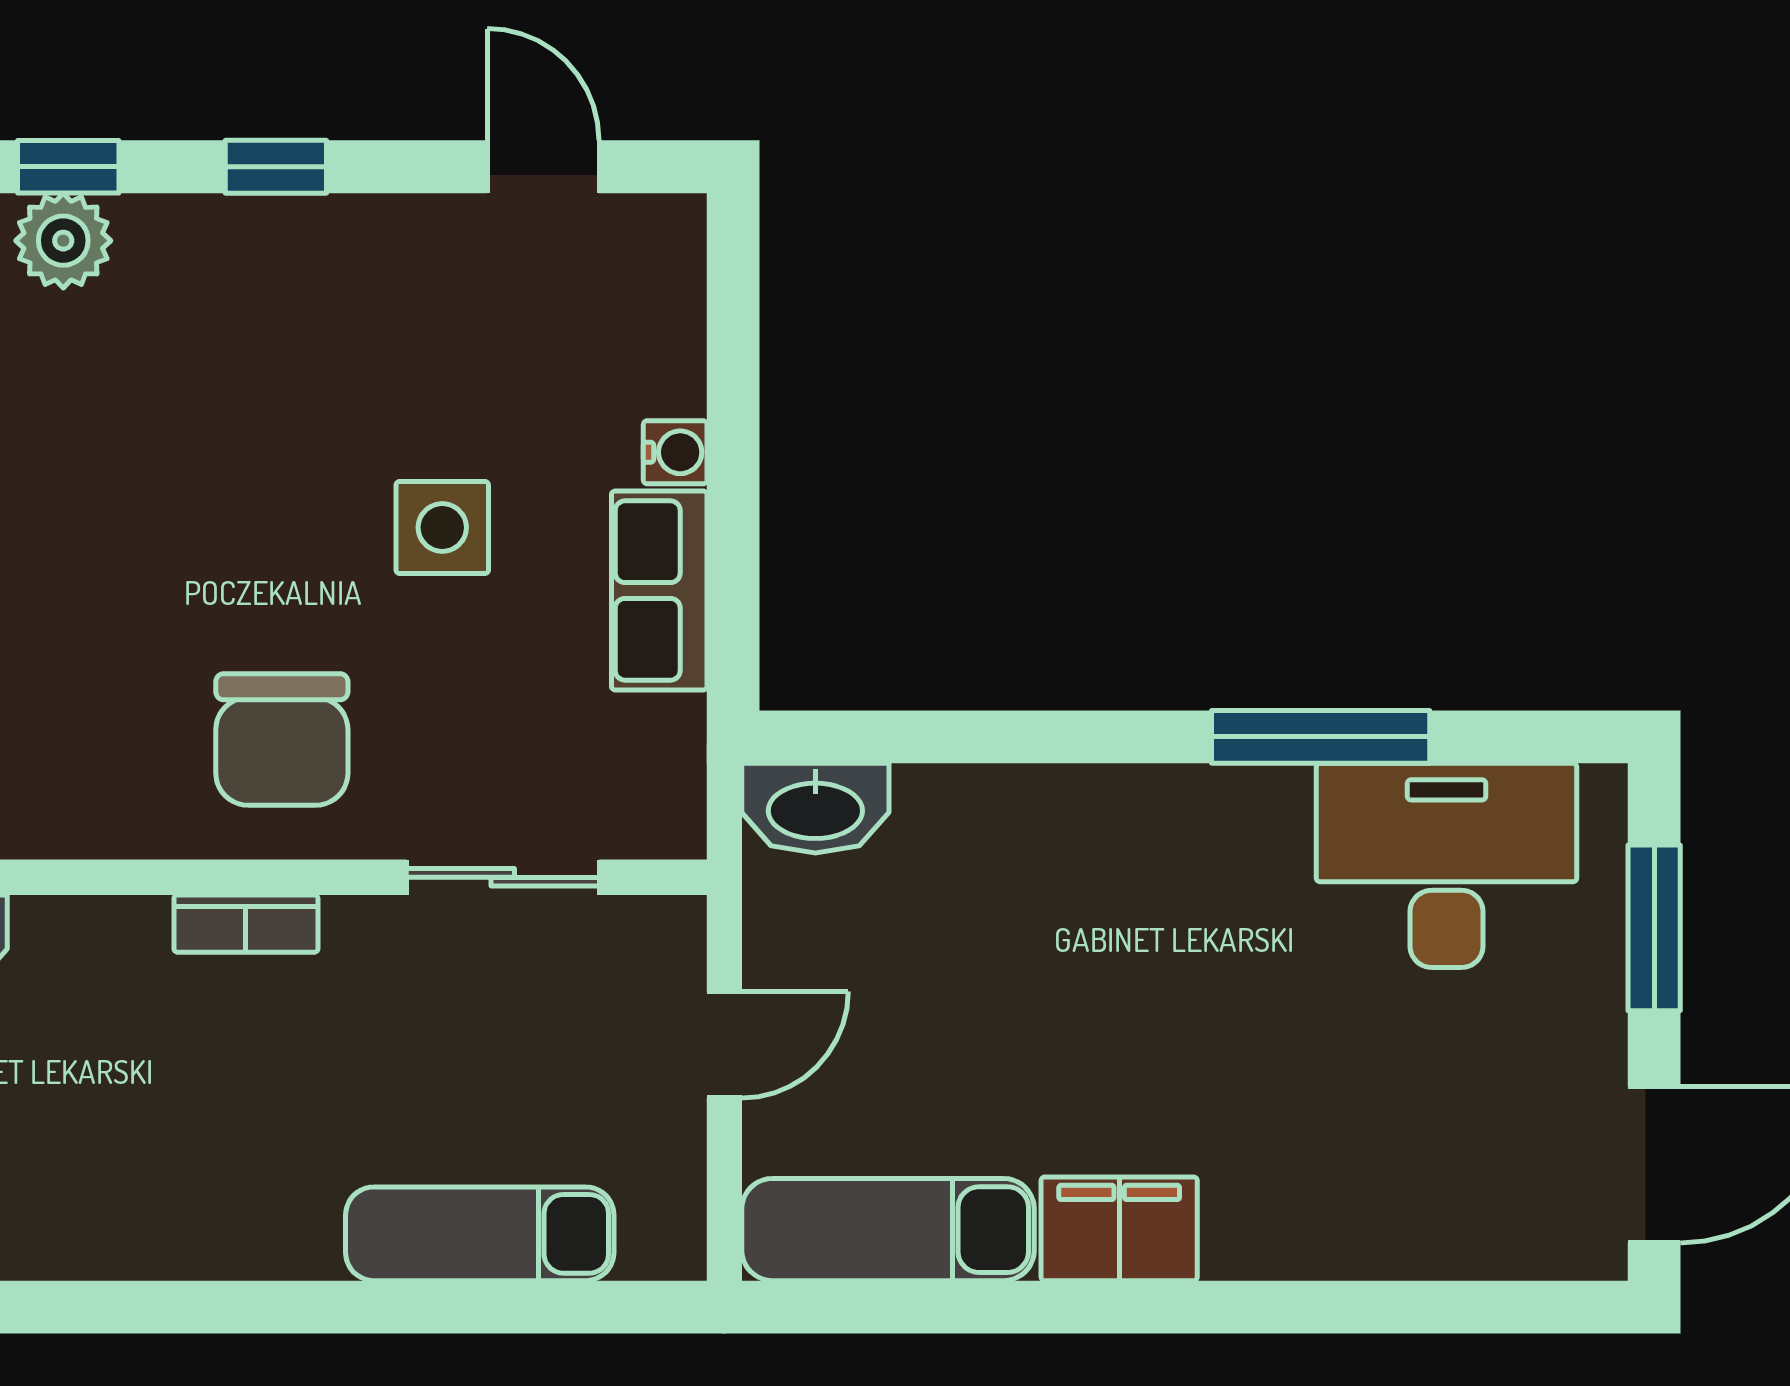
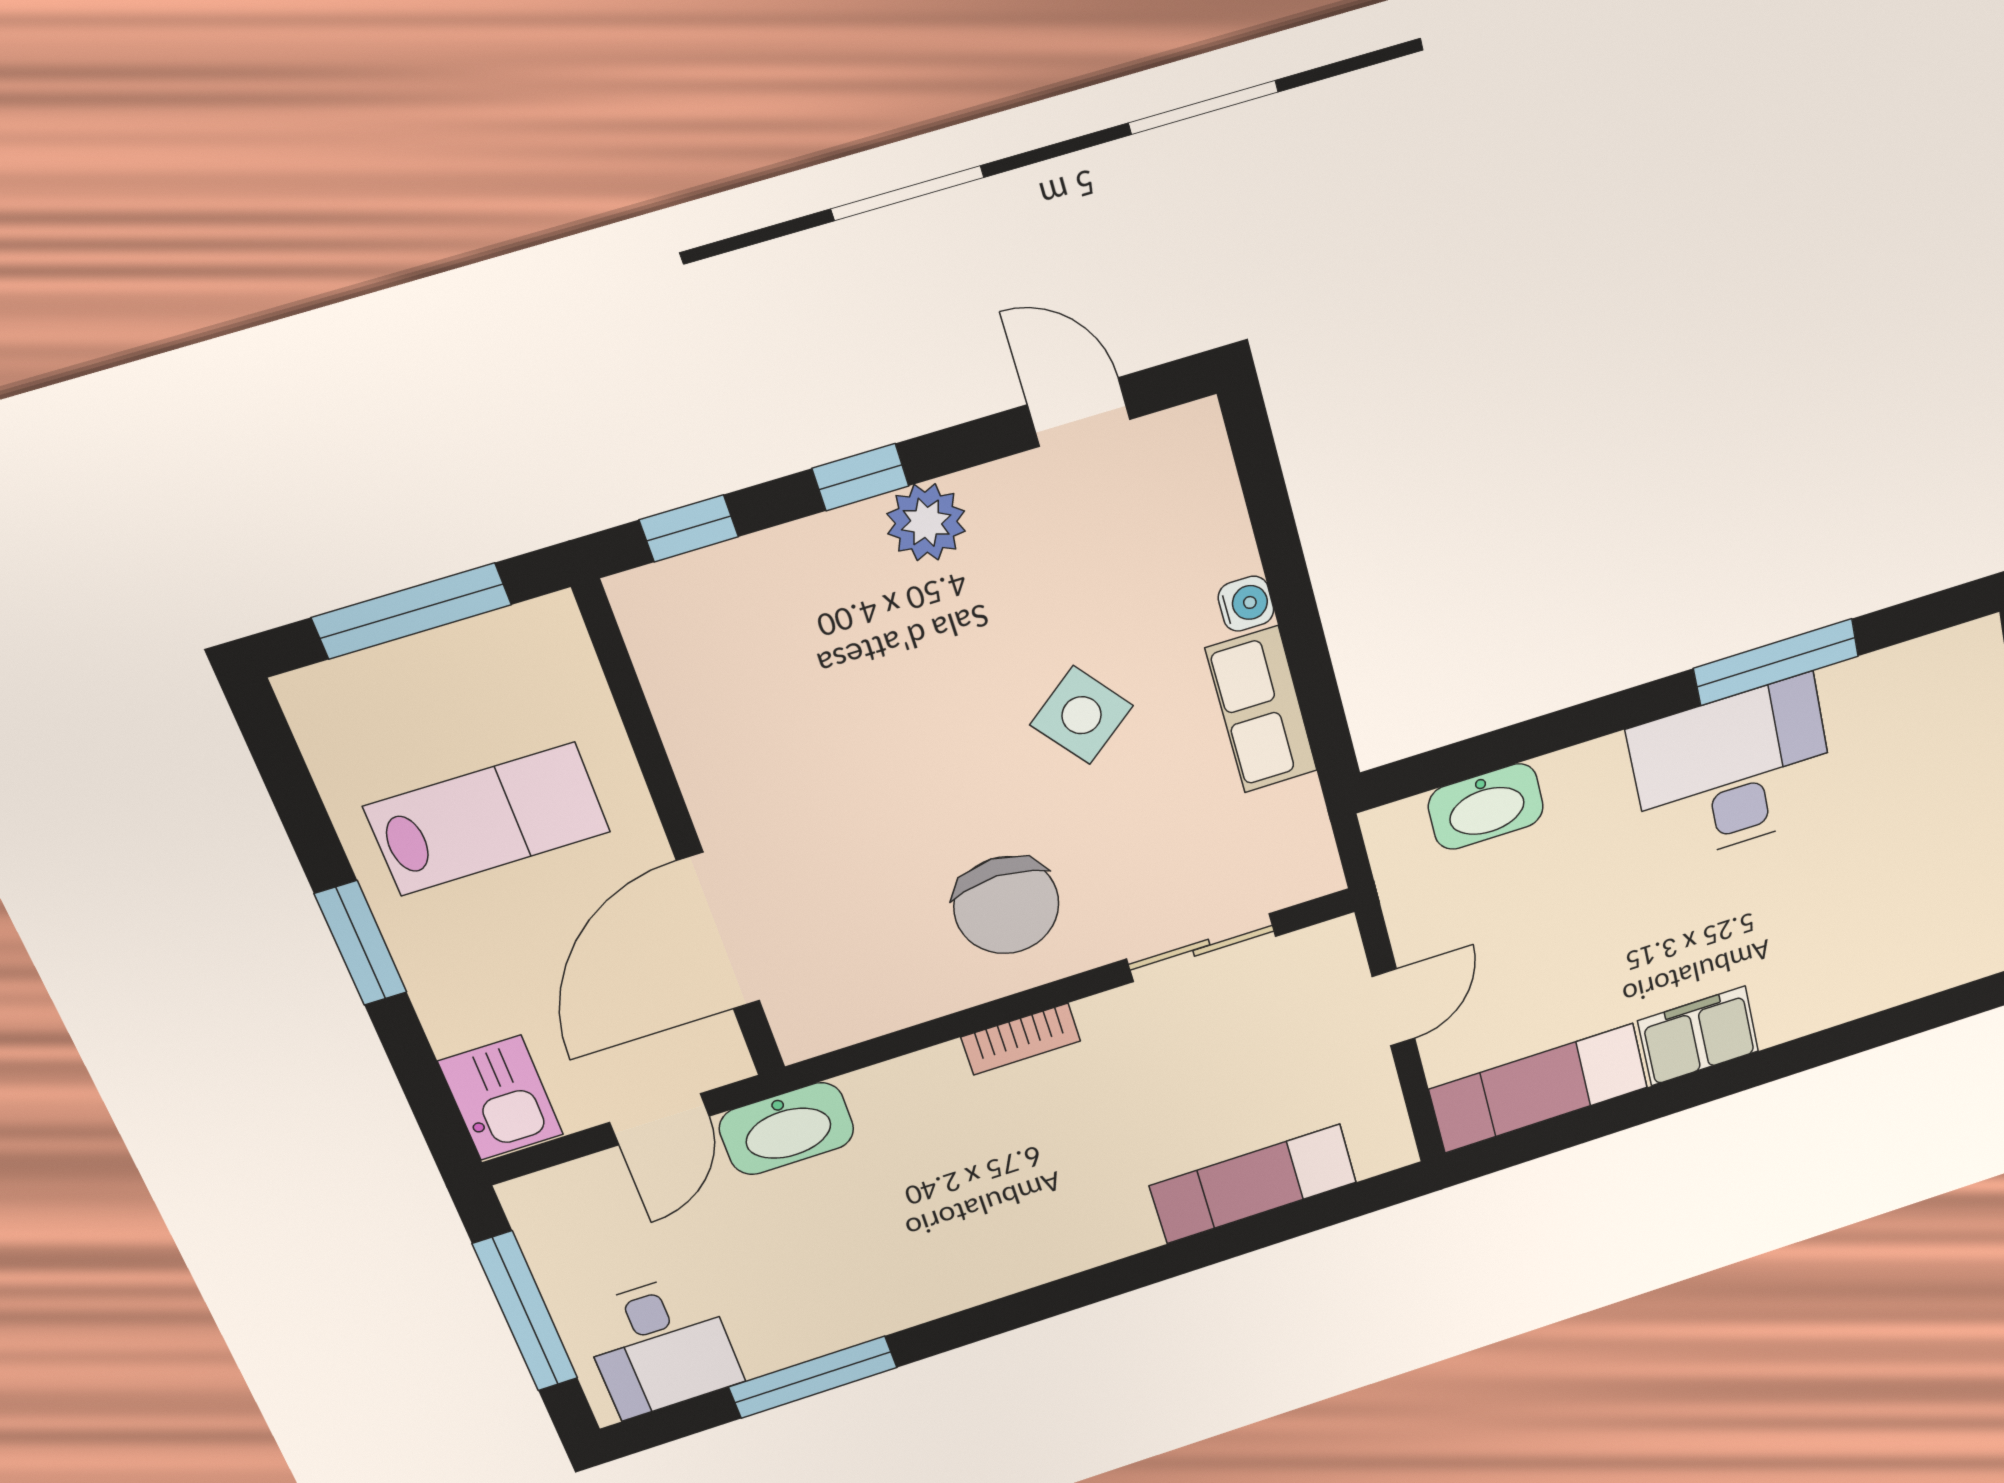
plant: (63, 241) -> (926, 522), moved
side table: (442, 527) -> (1082, 715), turned -38
washbasin: (815, 808) -> (1486, 807), moved
desk: (1447, 865) -> (1733, 771), moved

